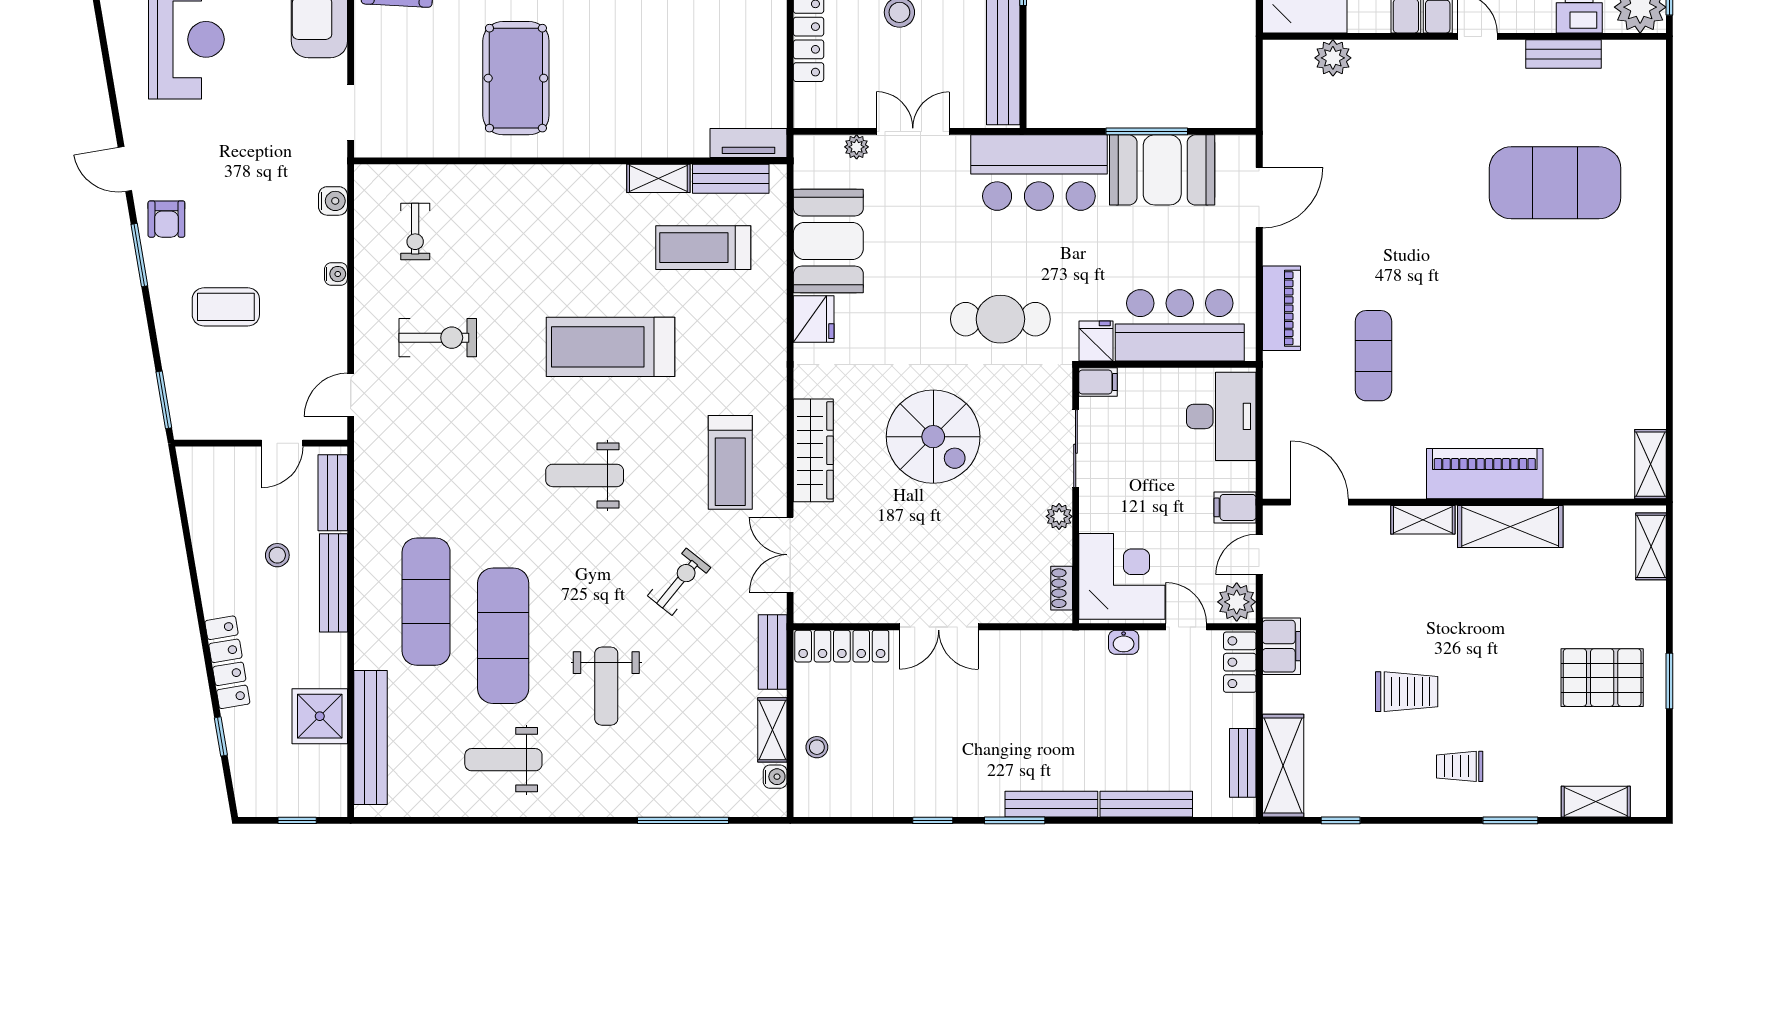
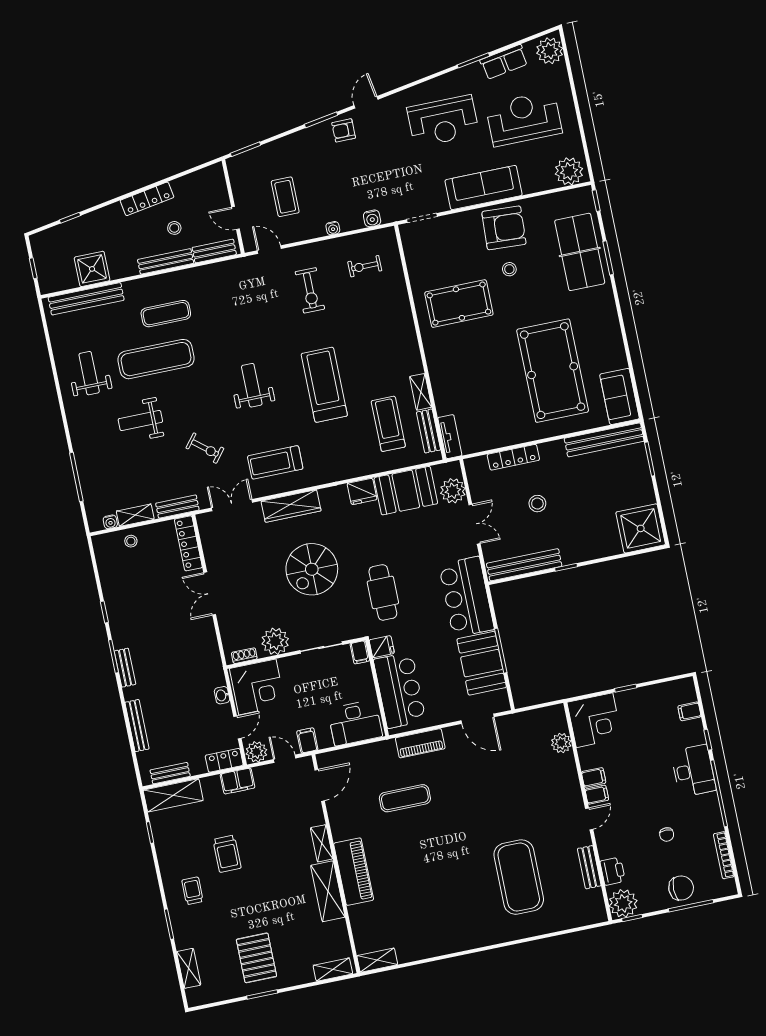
plant: (857, 147) -> (453, 491), width x1.88, depth x1.88
coffee table: (226, 307) -> (285, 197), moved
plant: (1059, 516) -> (275, 641), width x1.87, depth x1.87
exercise mat: (426, 602) -> (166, 314), width x0.73, depth x0.69
locker: (227, 662) -> (147, 199), moved
bench: (1051, 804) -> (125, 668), width x0.73

